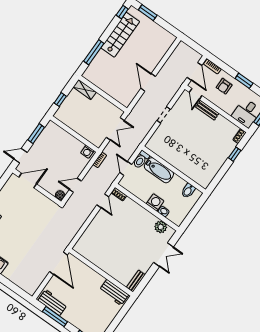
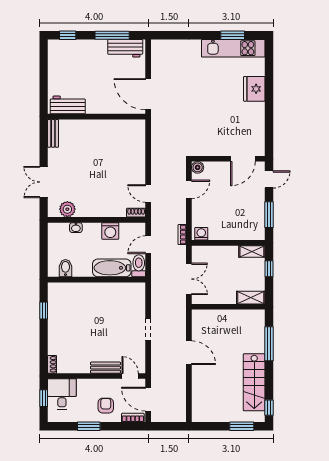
shelving: (63, 118) -> (252, 252), added
double door: (115, 129) -> (189, 279), swing flipped
window: (235, 154) -> (44, 310), moved
door: (126, 168) -> (148, 245), swing flipped
washing machine: (155, 202) -> (110, 231), moved

